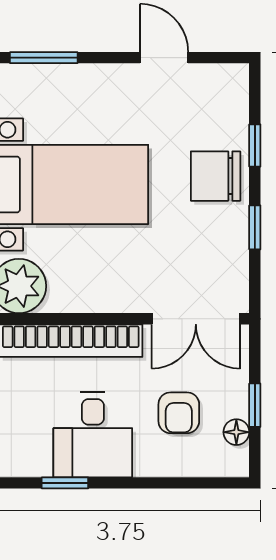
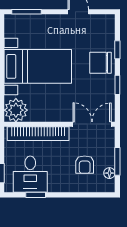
double door: (196, 319) -> (92, 124), swing flipped
window: (255, 405) -> (117, 161), width x1.50
desk: (93, 435) -> (30, 174), moved

